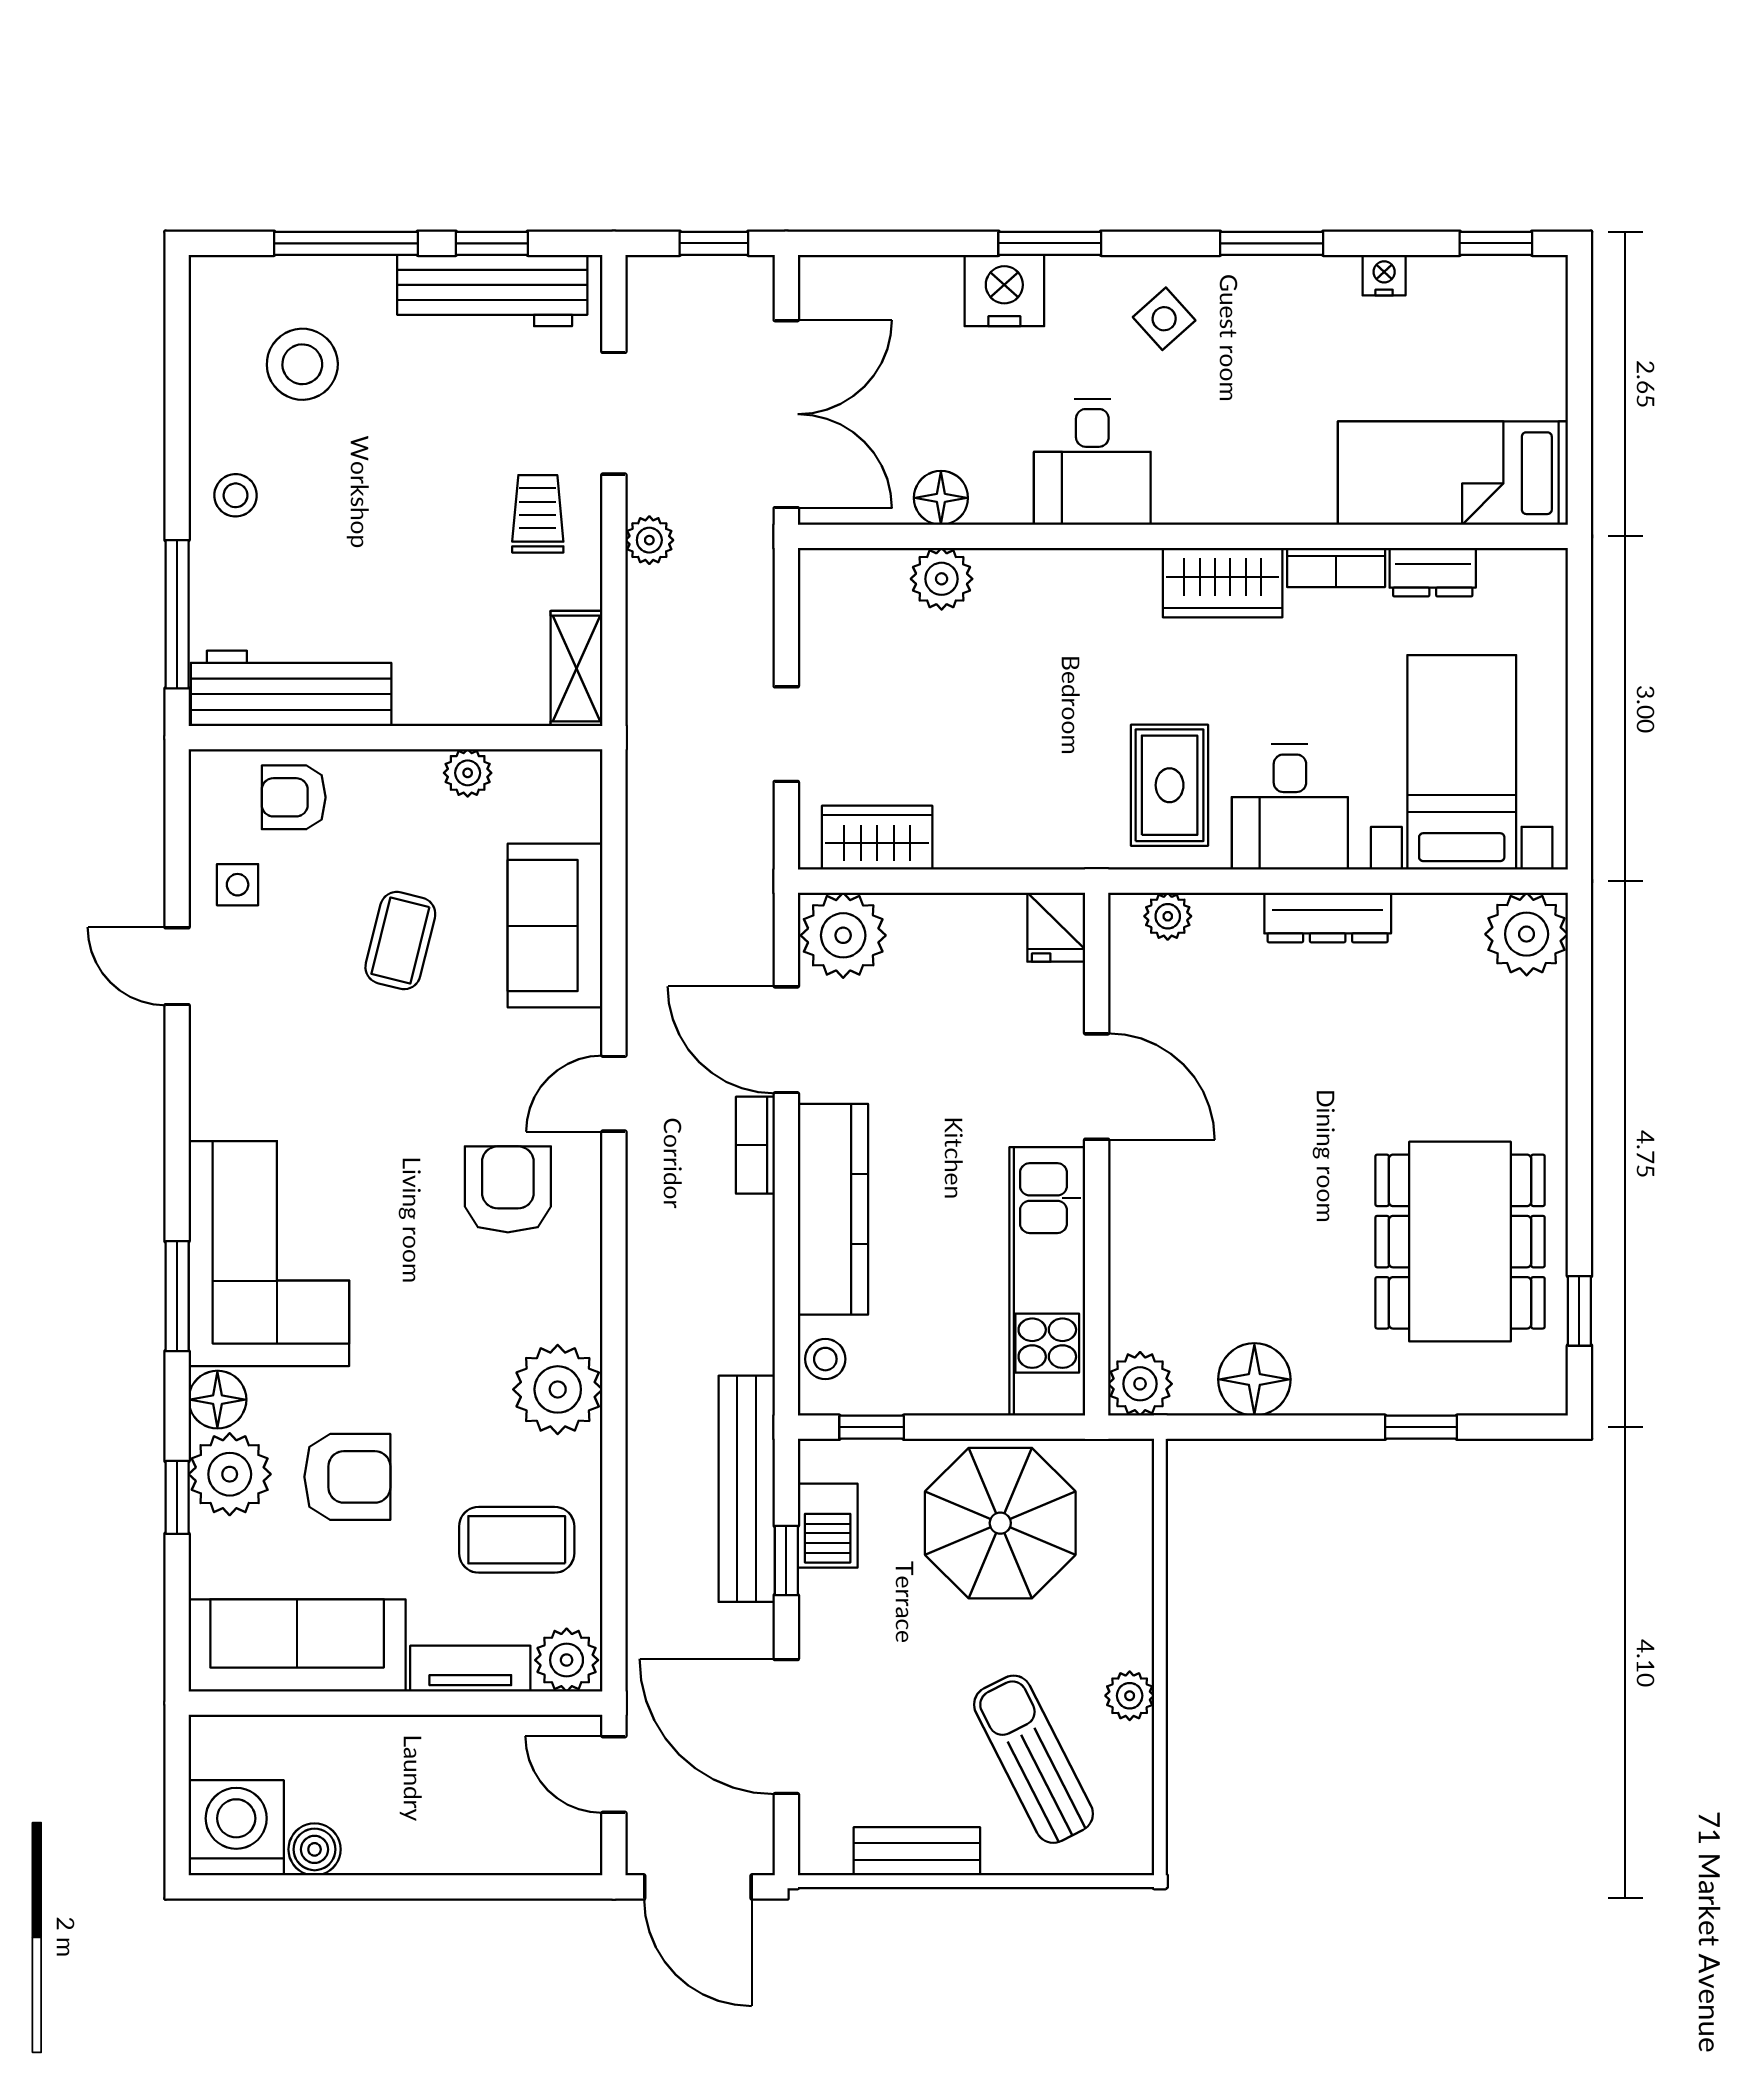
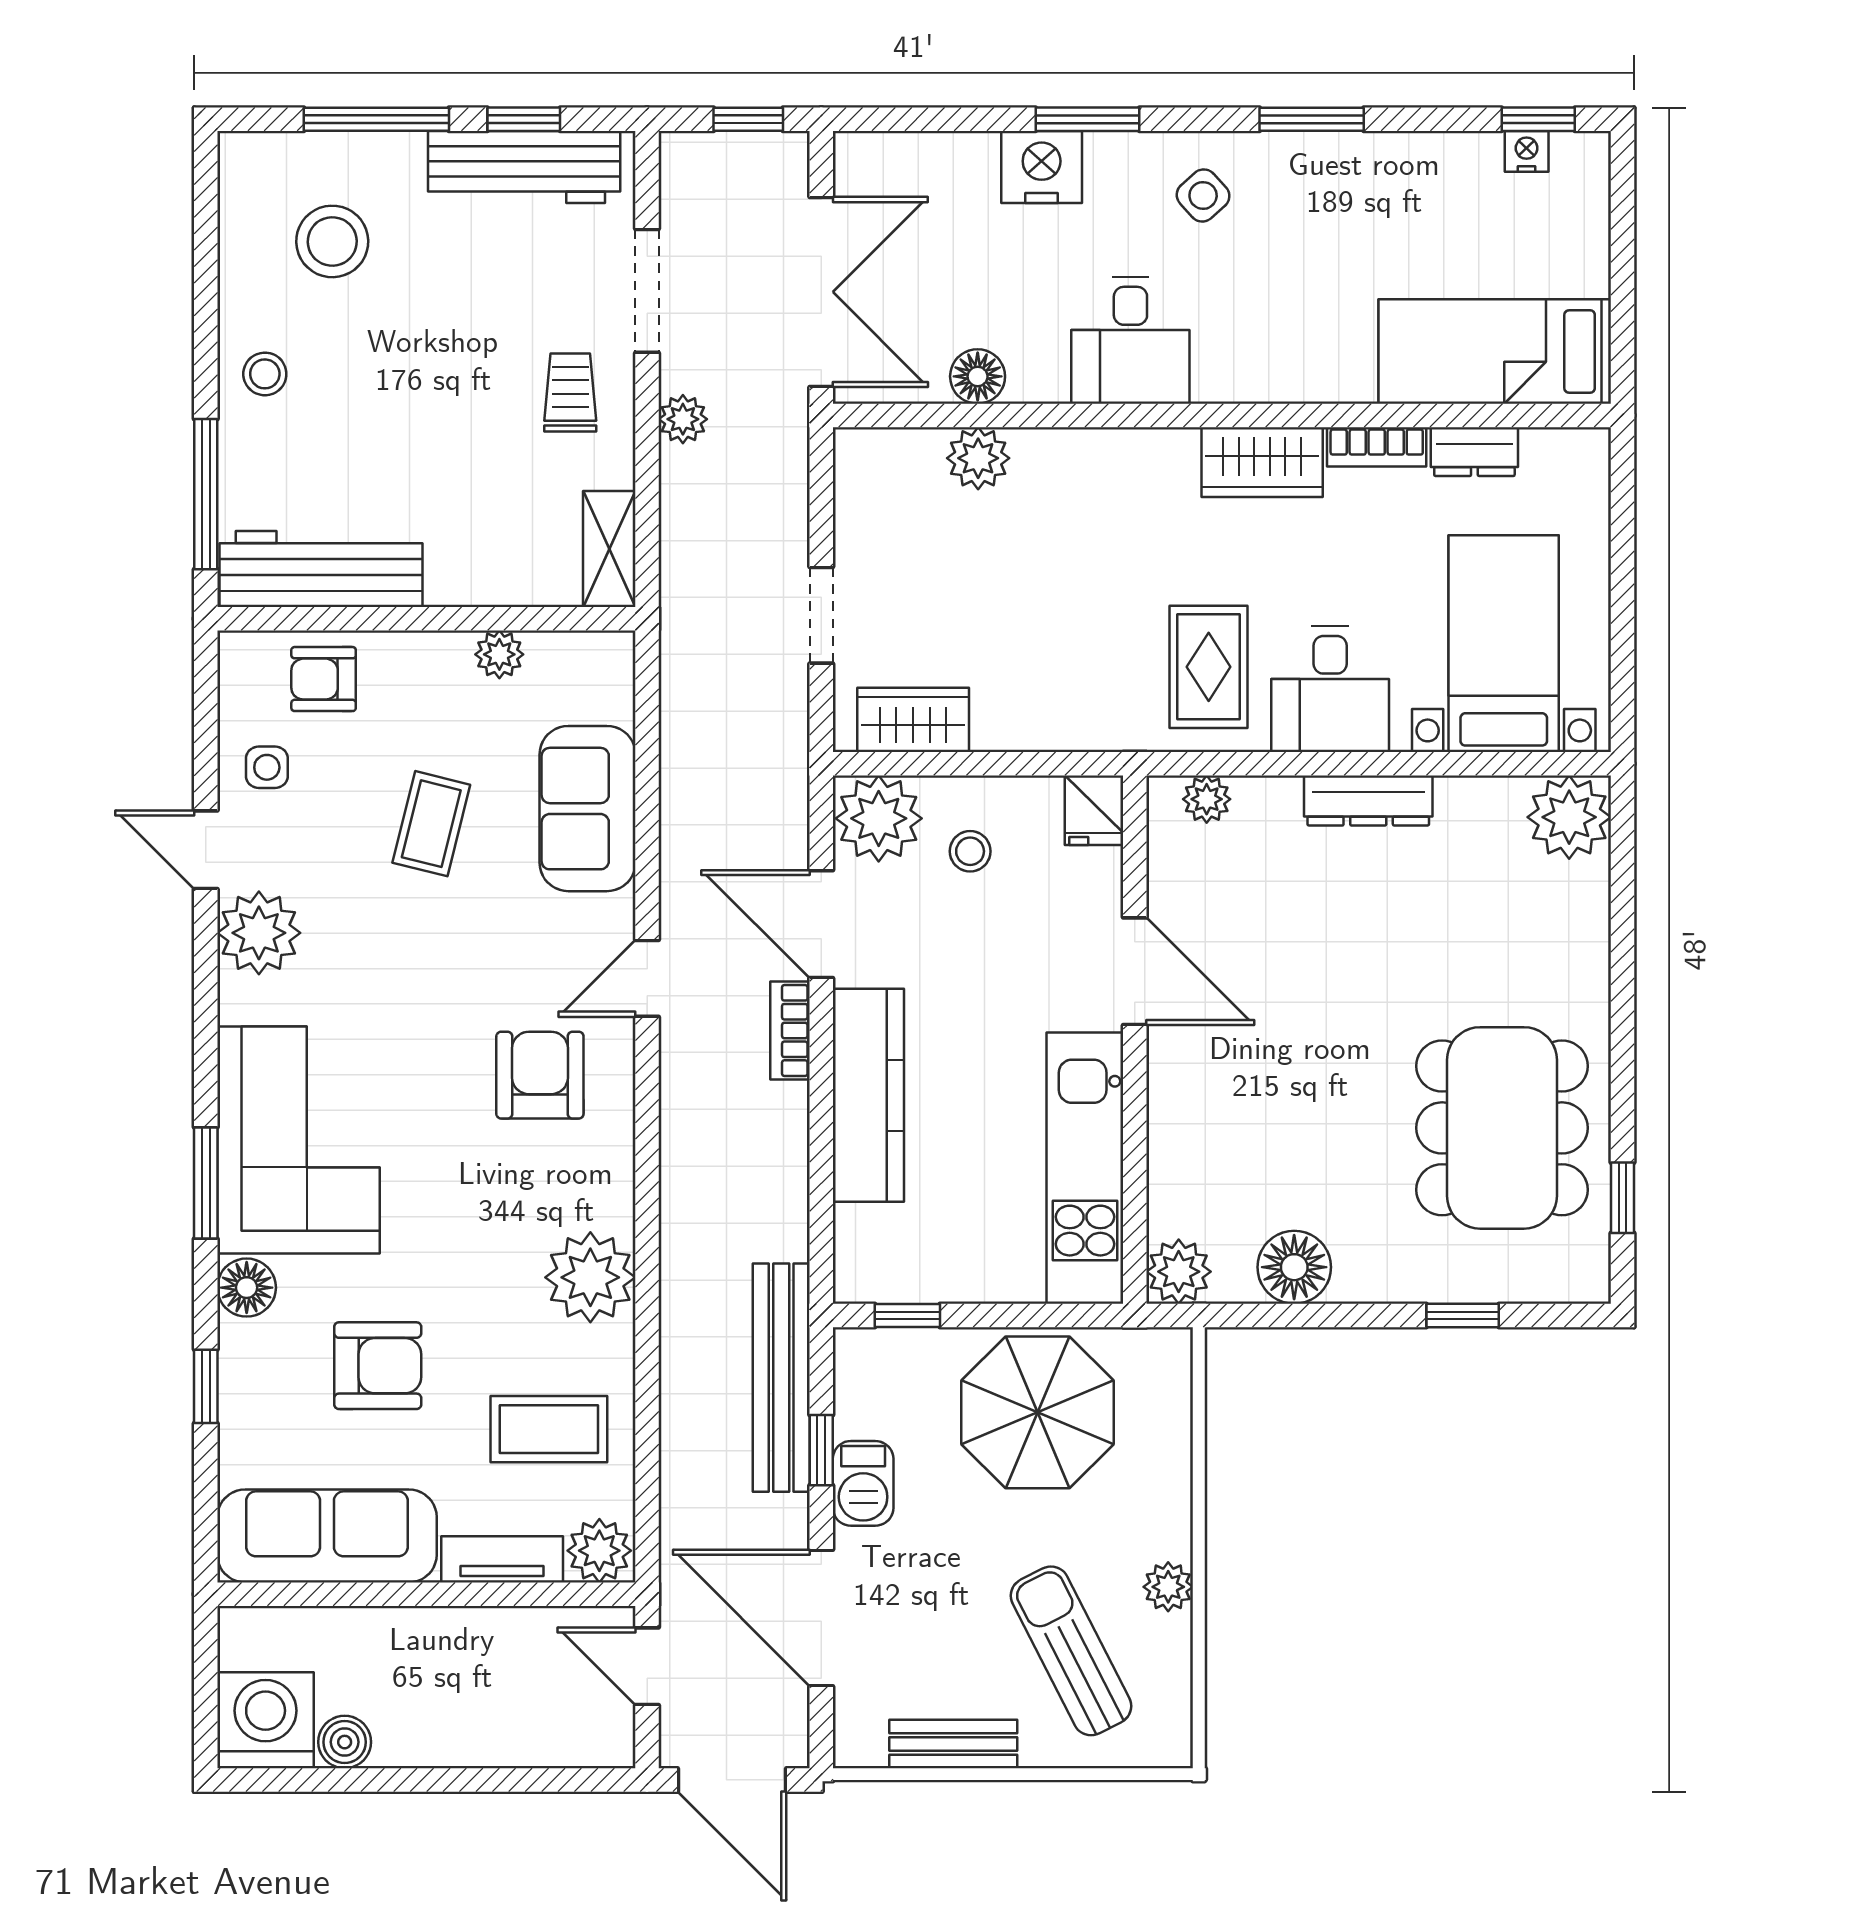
nightstand: (1384, 275) -> (1527, 151), moved
stool: (825, 1359) -> (970, 851), moved
plant: (230, 1474) -> (259, 933), moved
barbecue: (828, 1526) -> (863, 1483), moved

